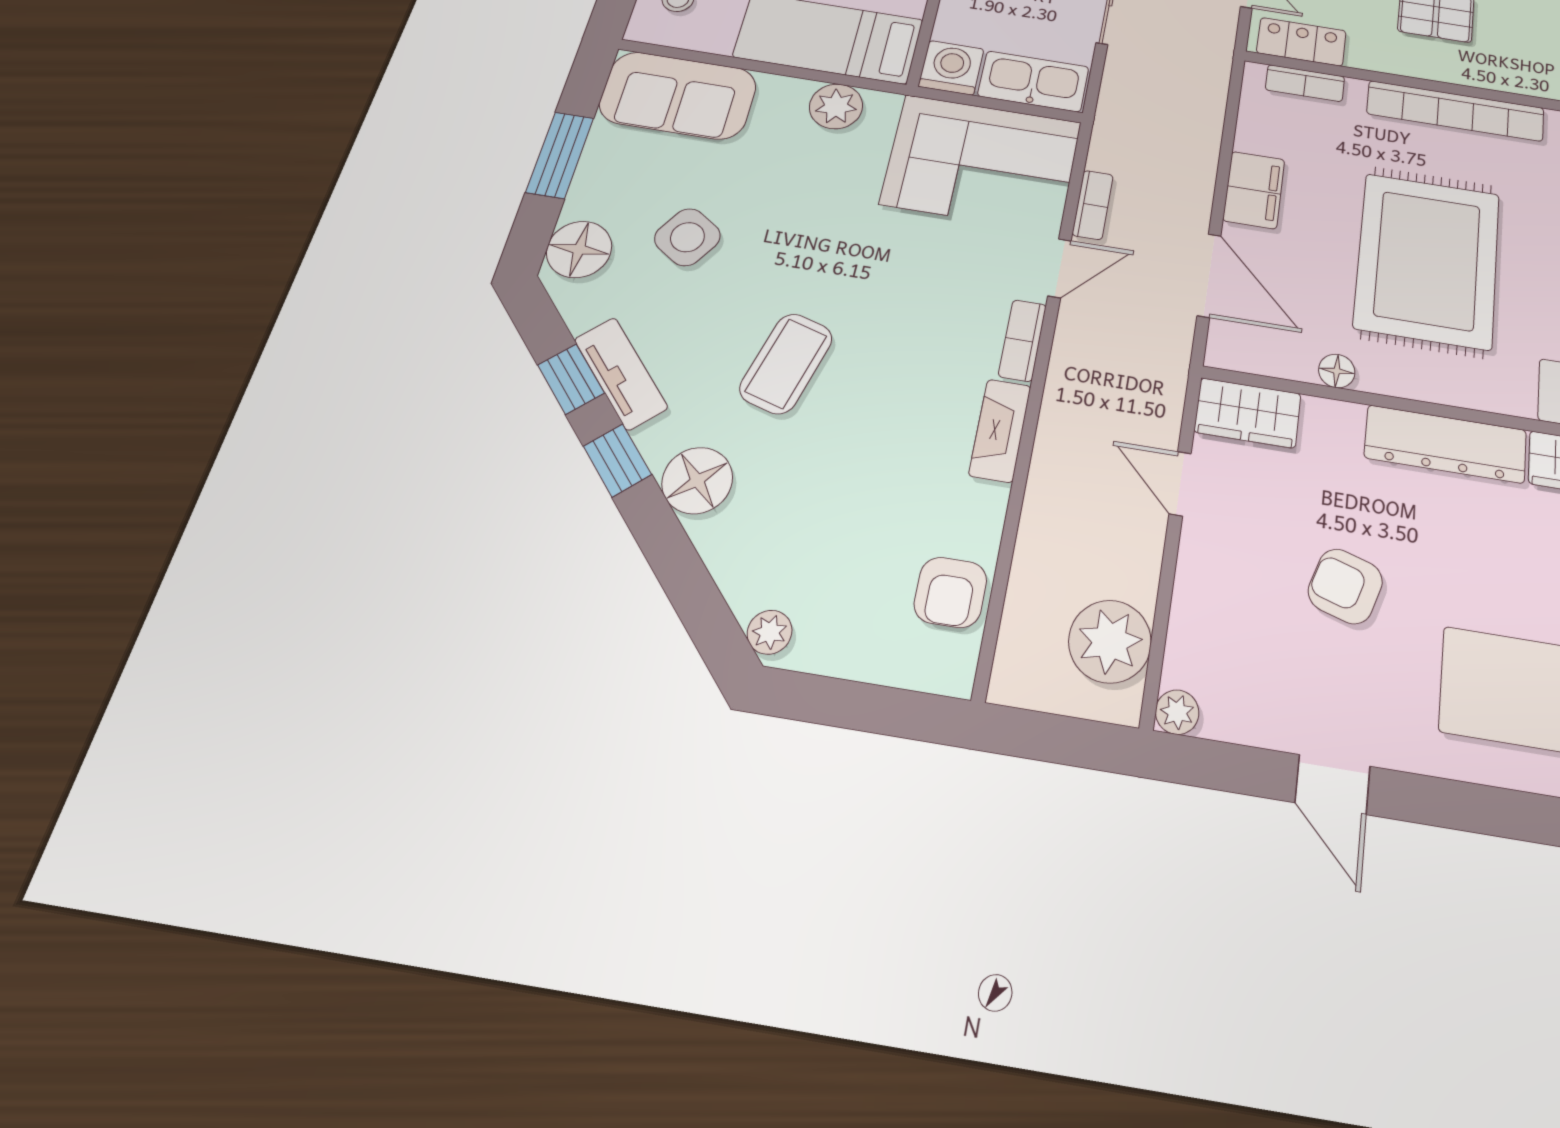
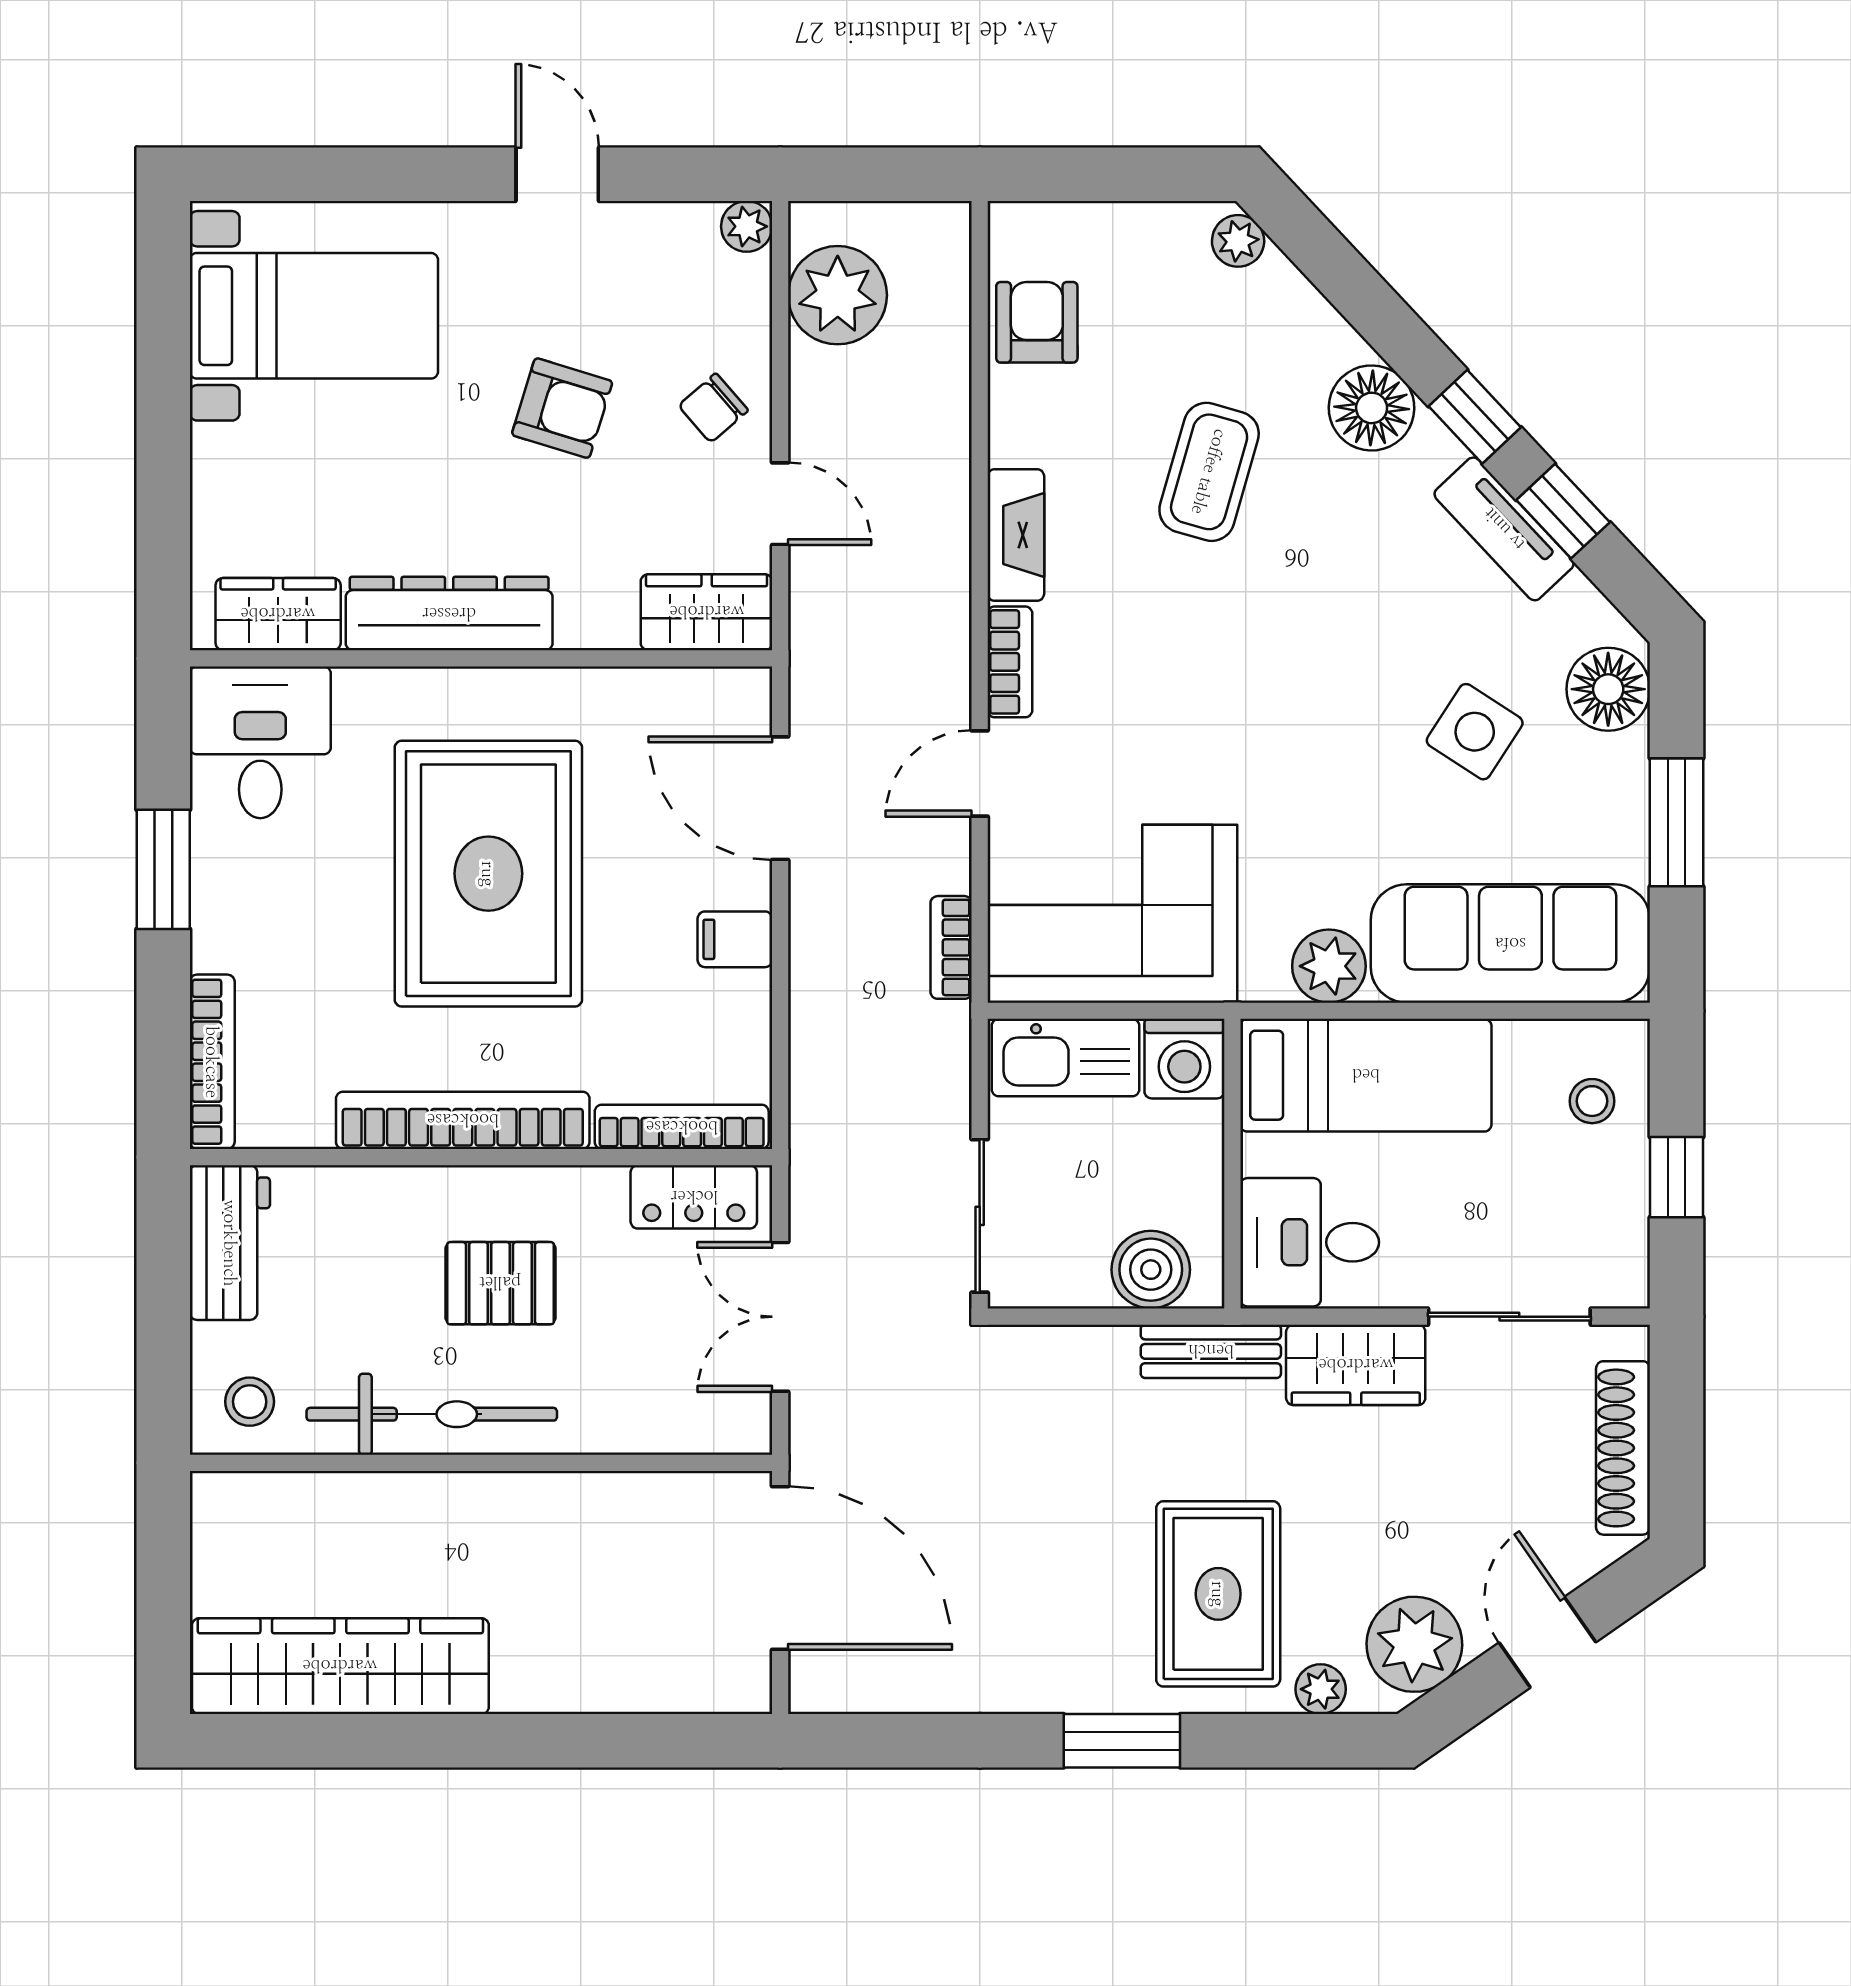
bookcase: (1305, 83) -> (682, 1127), width x1.56
sofa: (678, 95) -> (1510, 944), width x1.36
filing cabinet: (1254, 190) -> (735, 939), width x0.50
bookcase: (1093, 205) -> (951, 947), moved
coffee table: (786, 364) -> (1209, 472), moved
floor lamp: (1337, 371) -> (597, 690), removed
chair: (1224, 566) -> (713, 408), added

